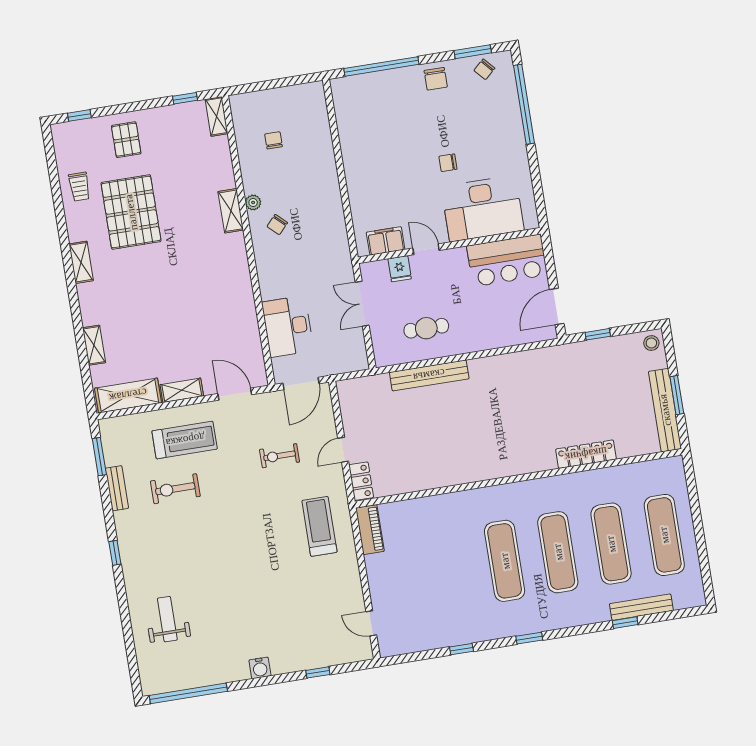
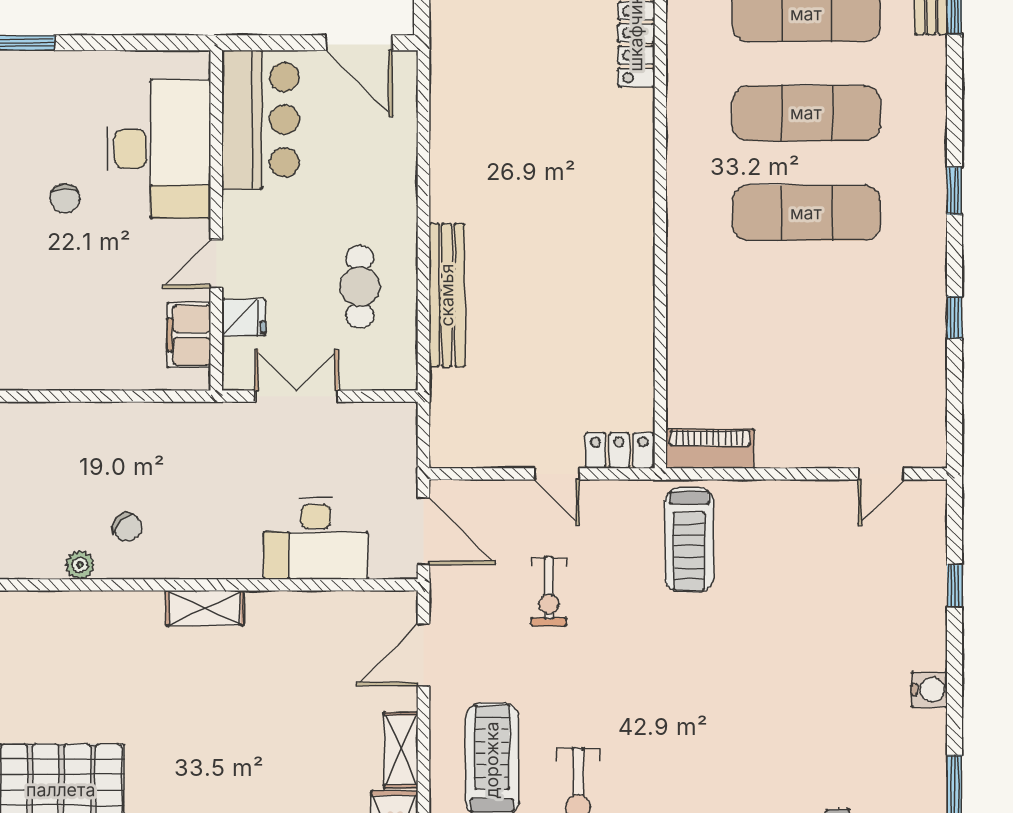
shelving: (231, 211) -> (205, 608), moved
double door: (362, 304) -> (296, 396), swing flipped
treadmill: (319, 526) -> (689, 540), turned -90

